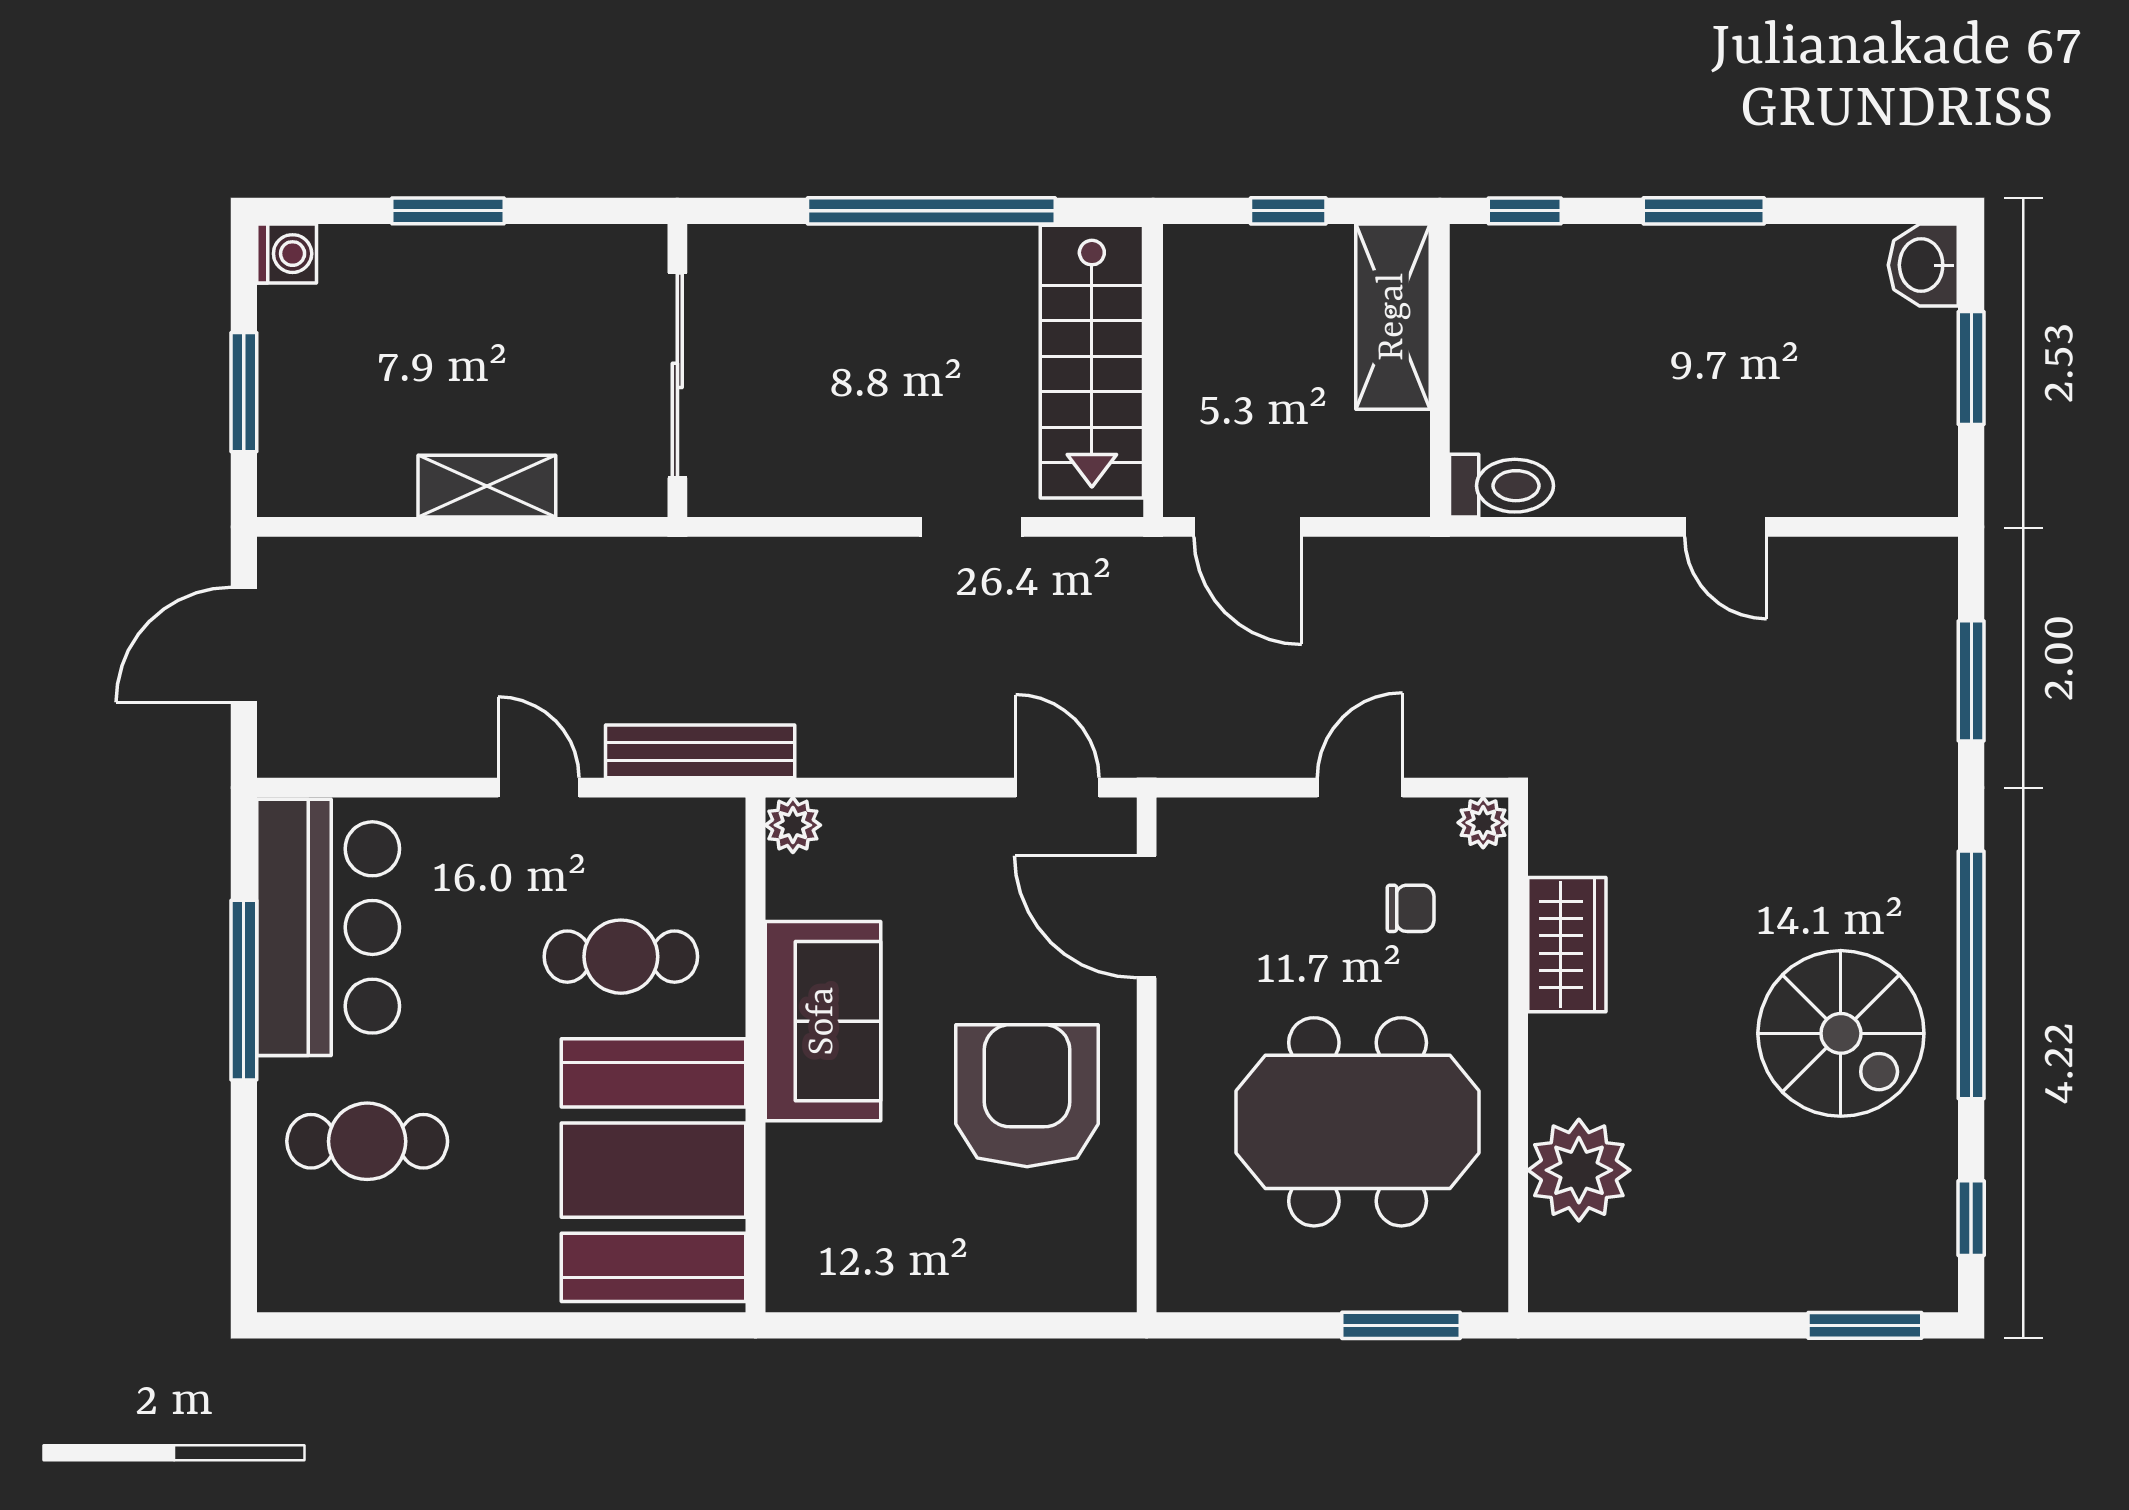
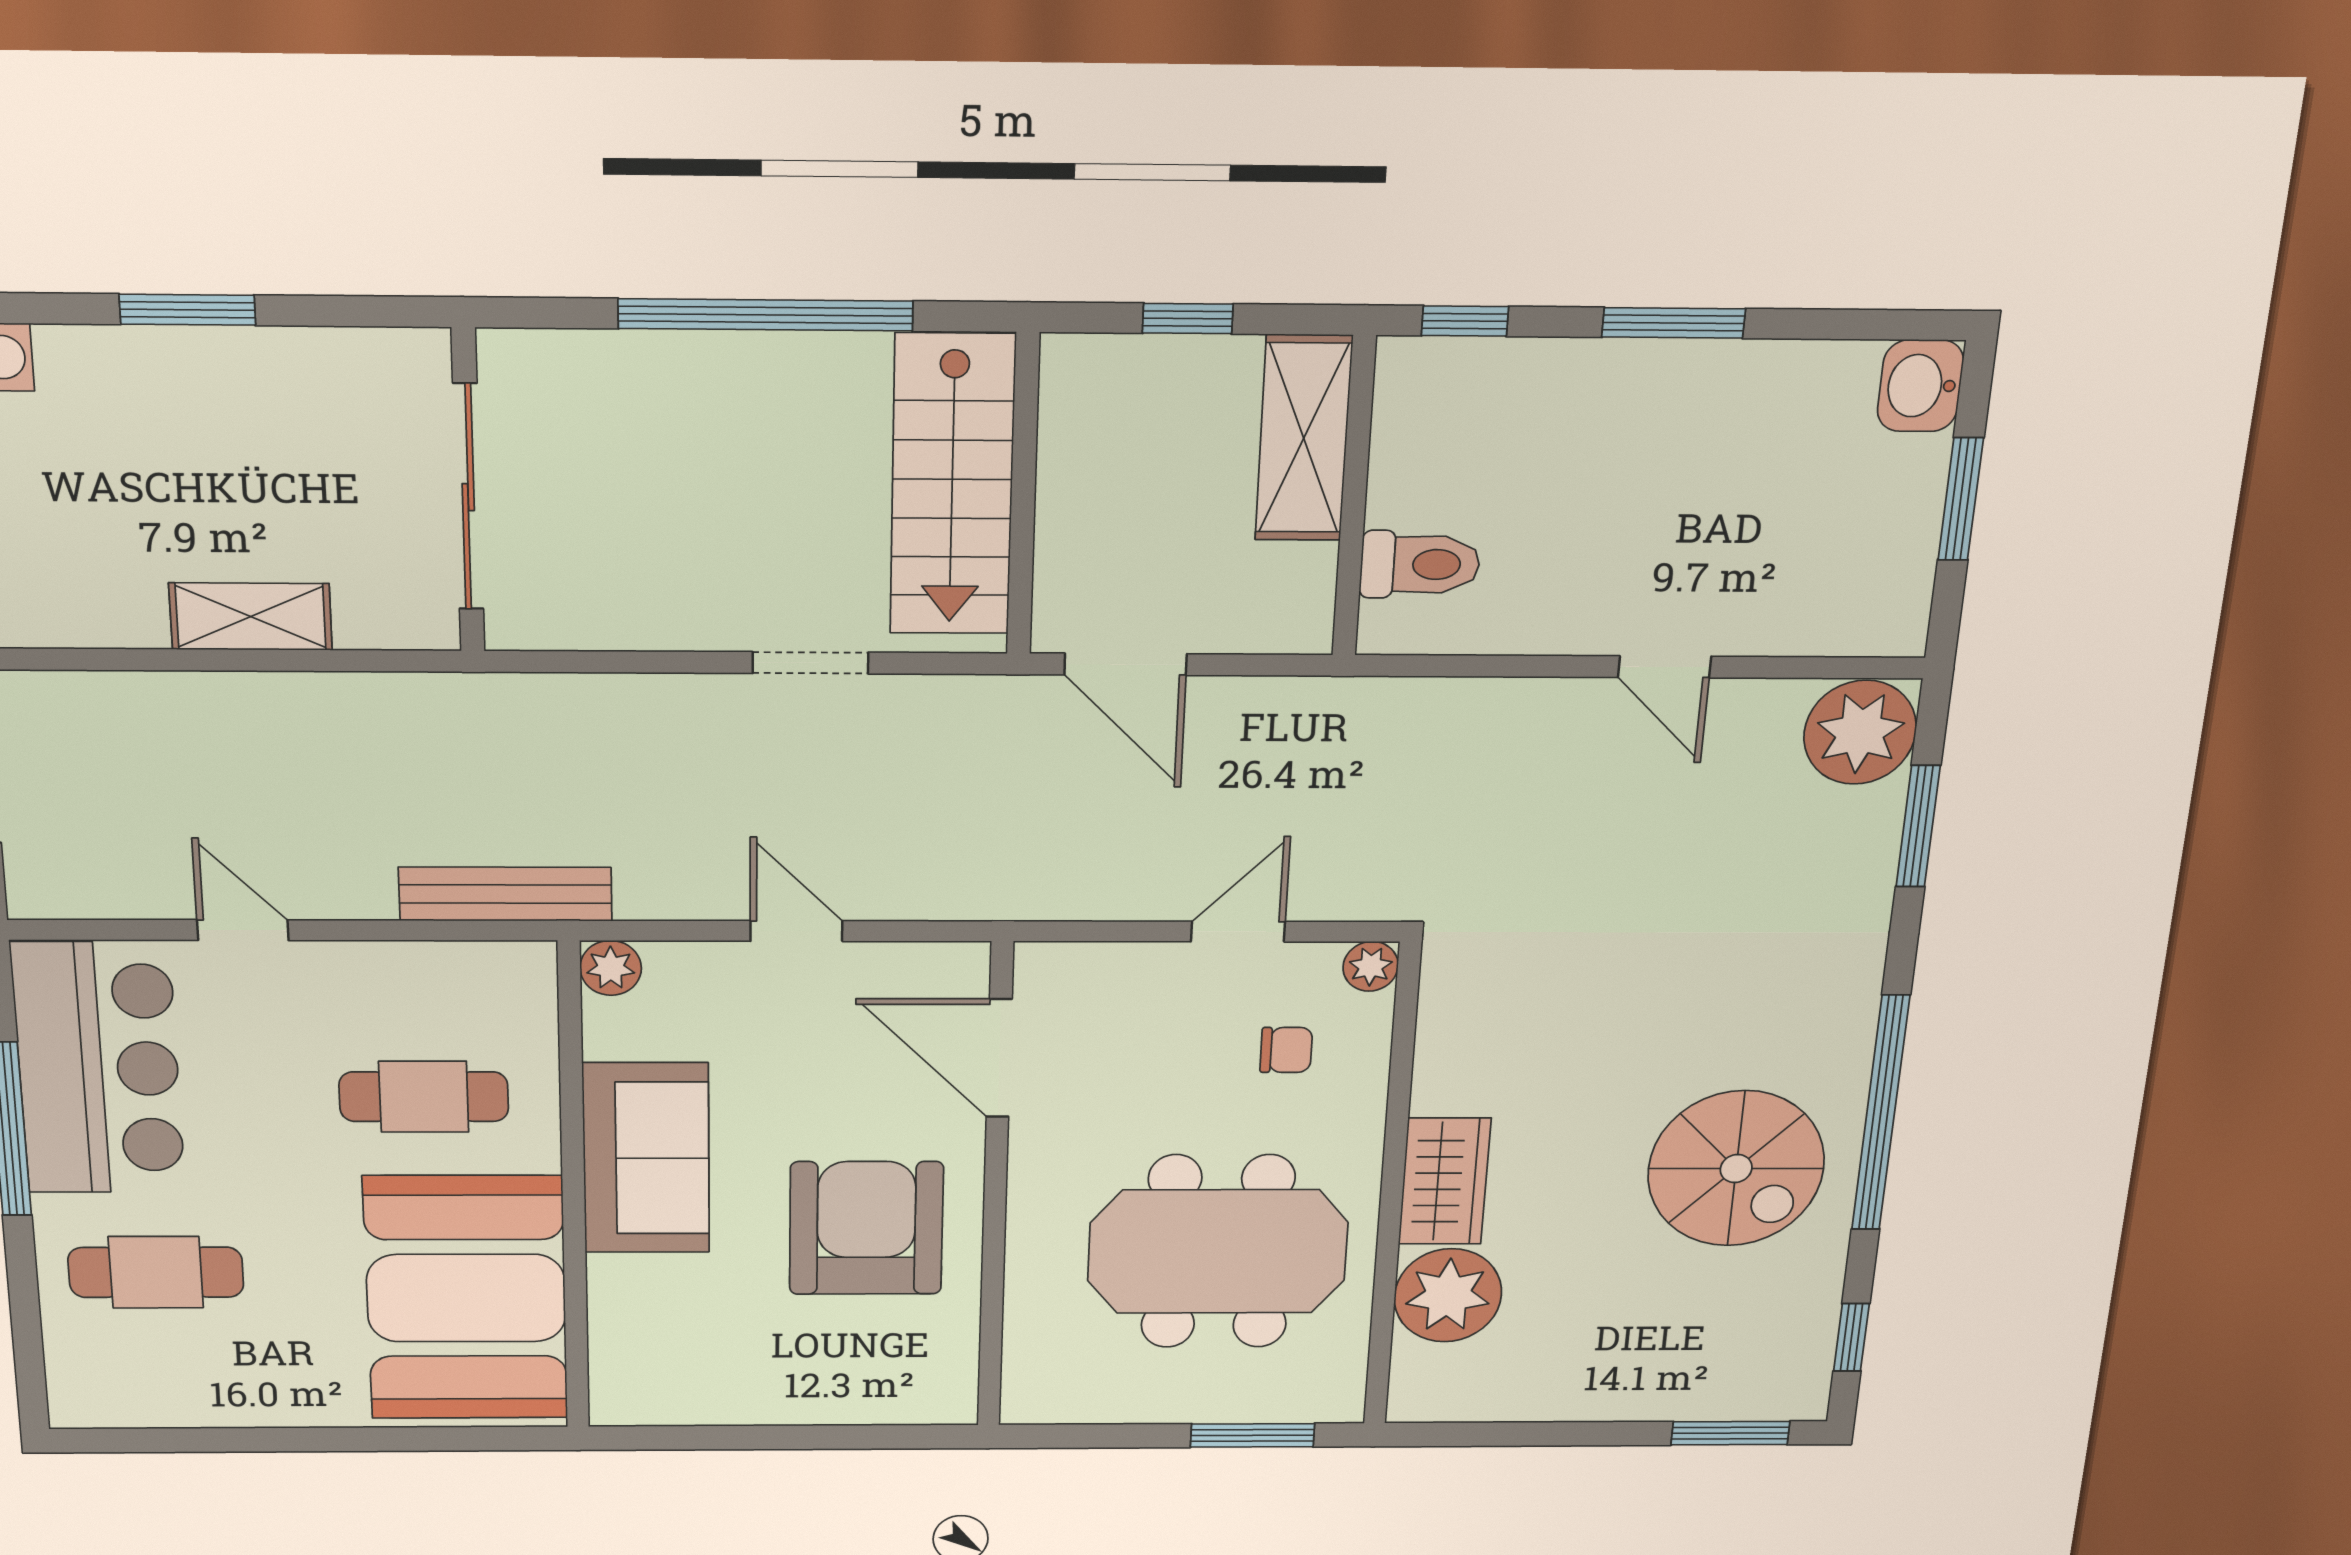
toilet: (1501, 486) -> (1420, 564), moved
plant: (1908, 589) -> (1860, 732), added
door: (539, 788) -> (243, 930), moved
door: (1057, 788) -> (796, 931), moved
wardrobe: (1567, 945) -> (1445, 1181), moved

